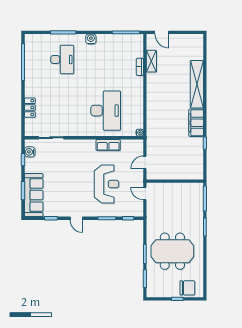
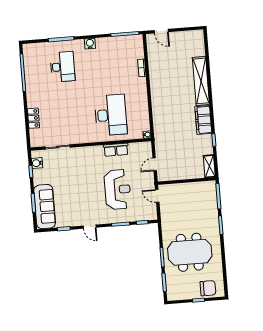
shelving: (151, 61) -> (209, 166), moved

